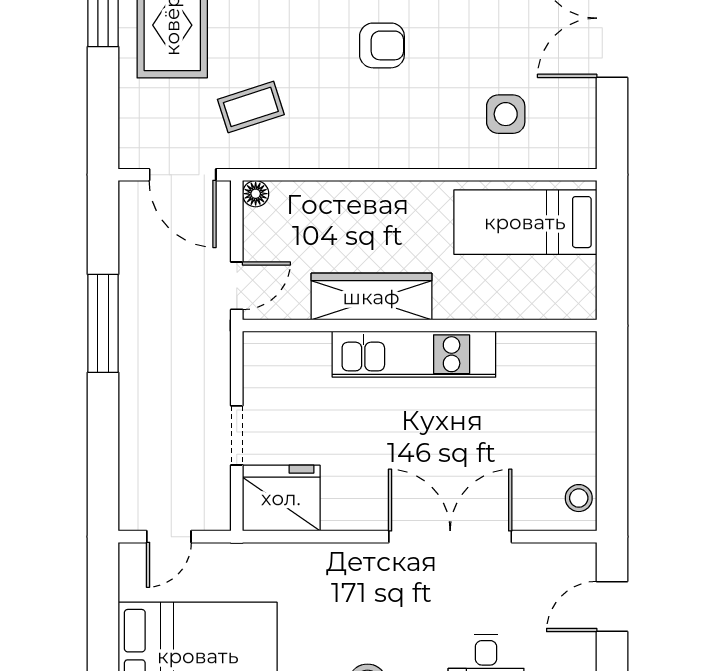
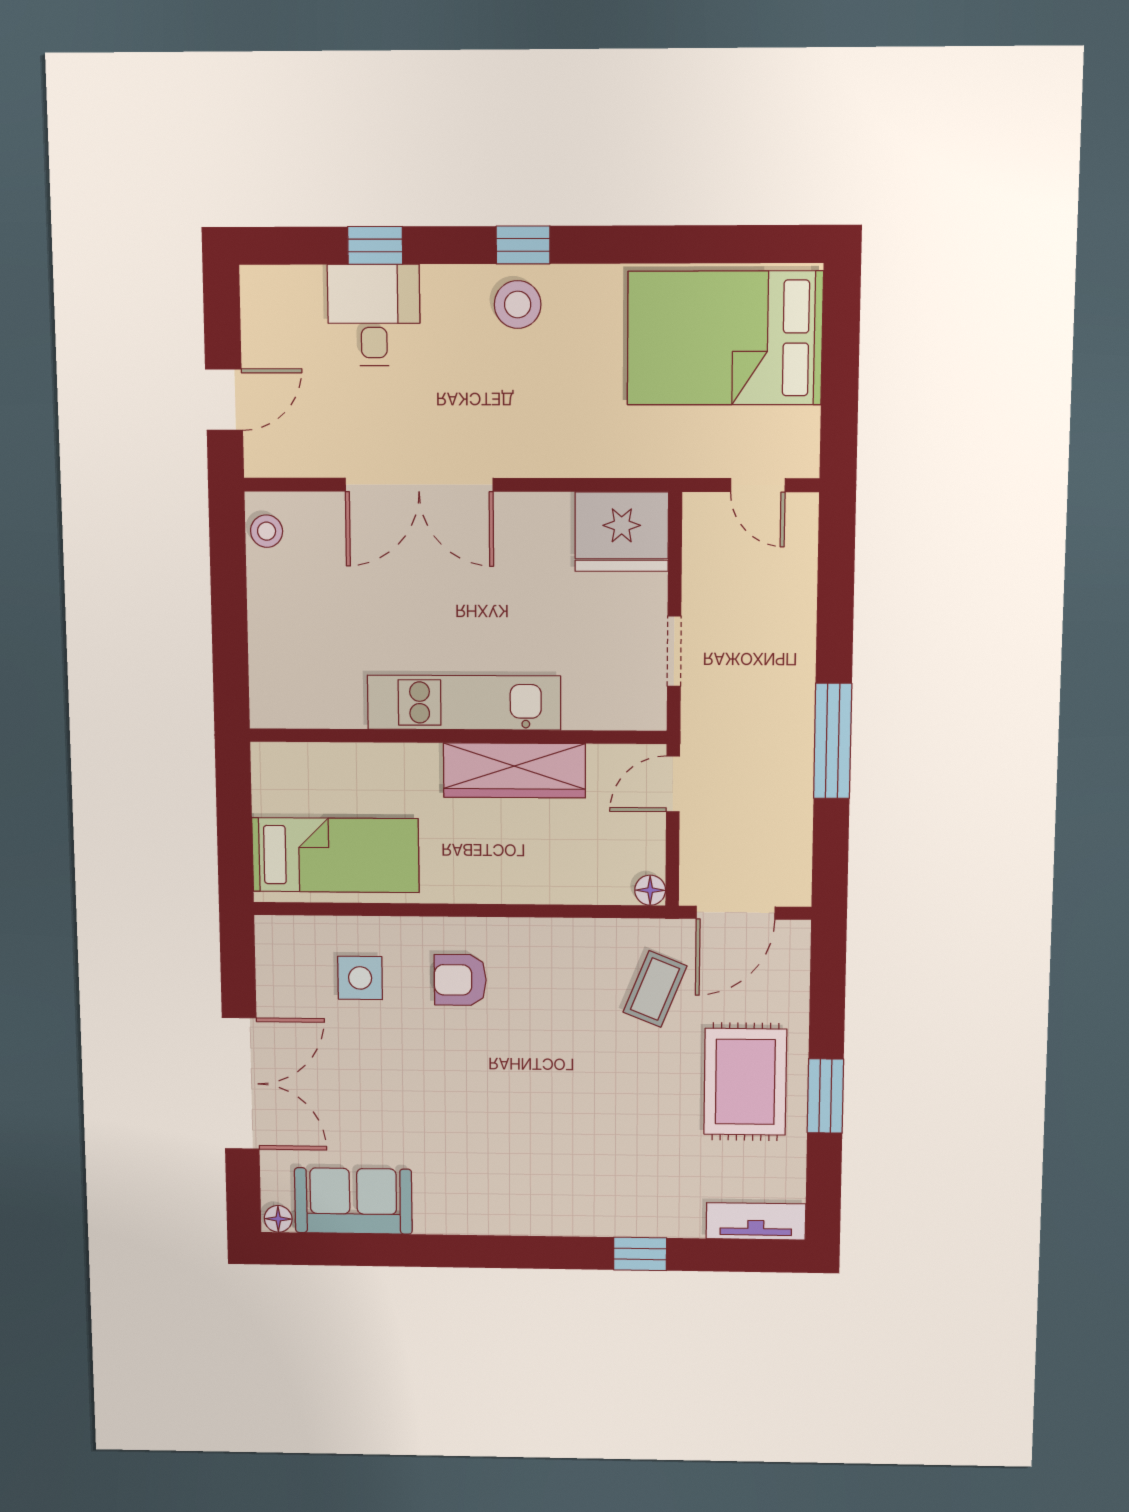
armchair: (382, 45) -> (460, 980), moved
coffee table: (251, 107) -> (655, 989), turned -50
door: (183, 175) -> (735, 913), swing flipped
doorway: (237, 435) -> (674, 651), moved
door: (169, 537) -> (758, 485), swing flipped

